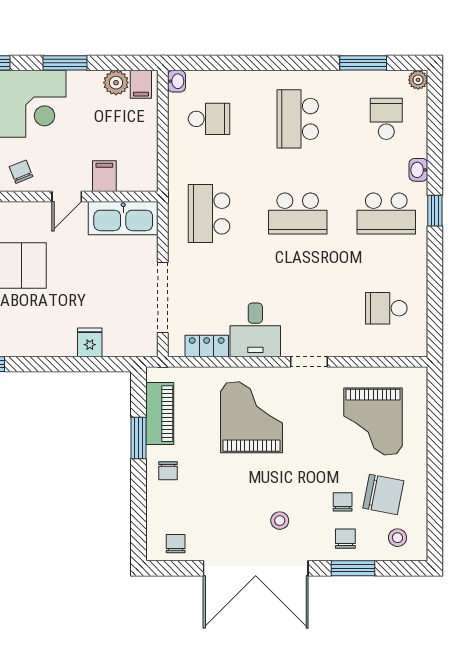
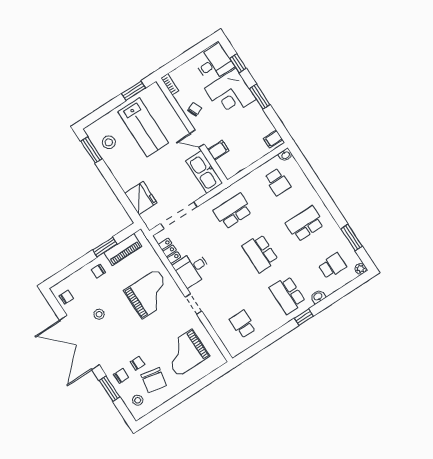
plant: (116, 83) -> (266, 127), removed
fridge: (90, 342) -> (141, 198), width x1.88, depth x1.34
stool: (280, 521) -> (99, 314), moved

